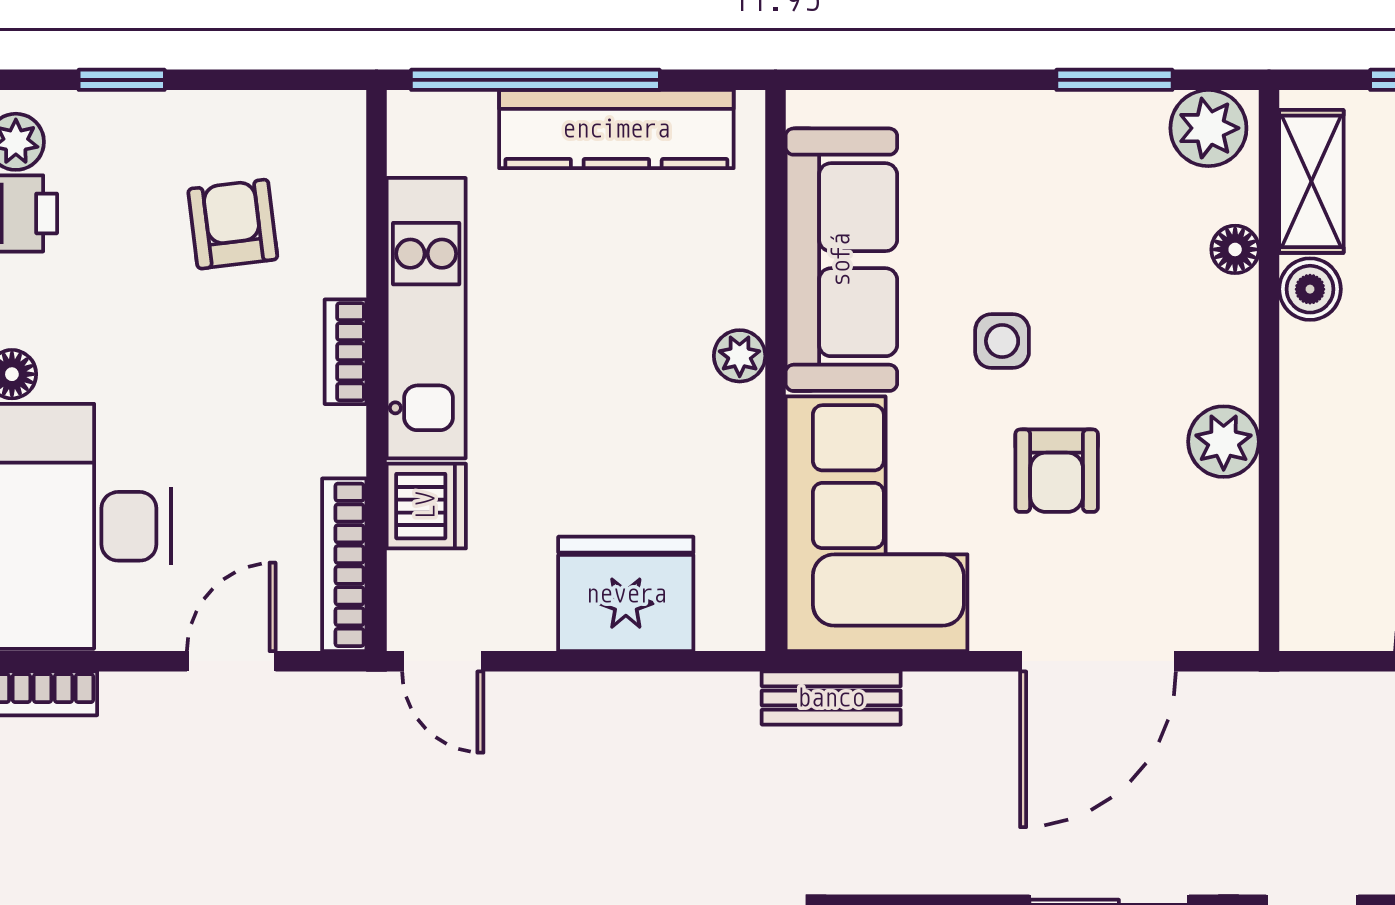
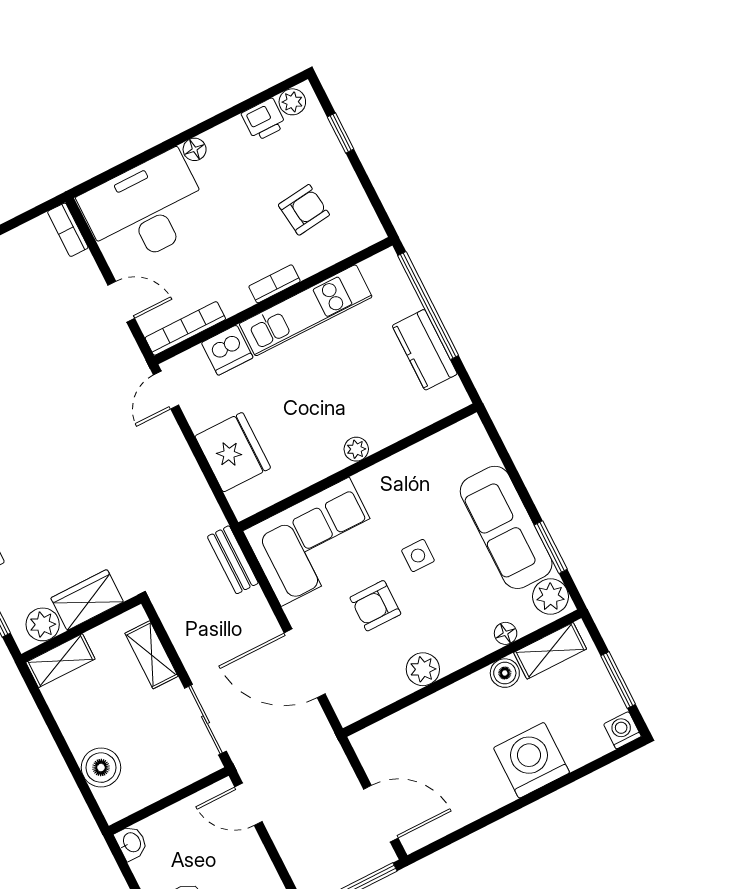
kitchen counter: (616, 129) -> (425, 350), width x0.67
sofa: (841, 260) -> (506, 527), moved, turned 90

